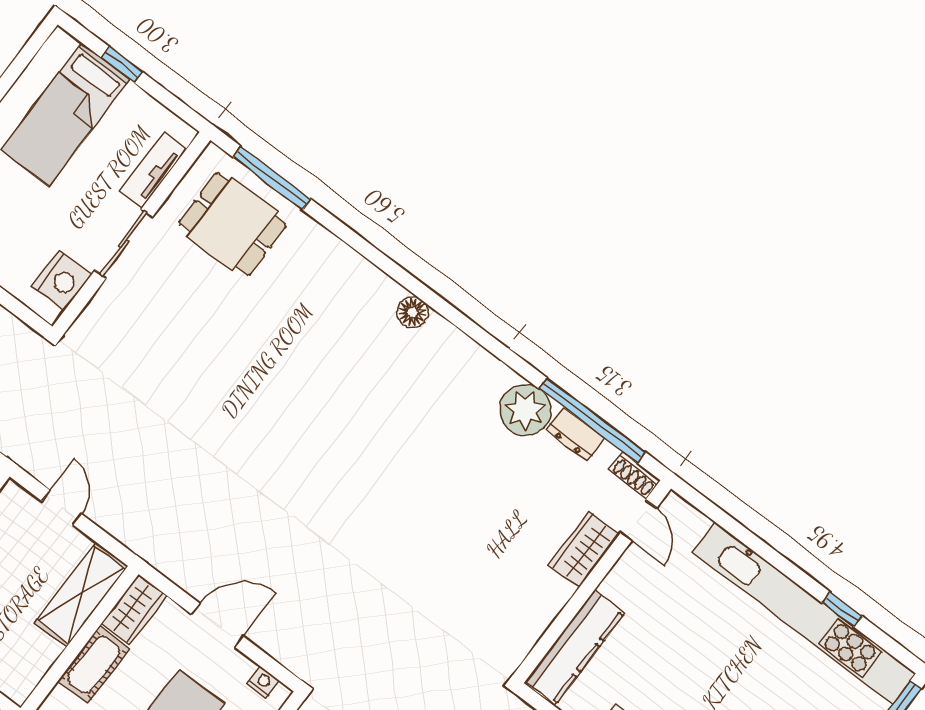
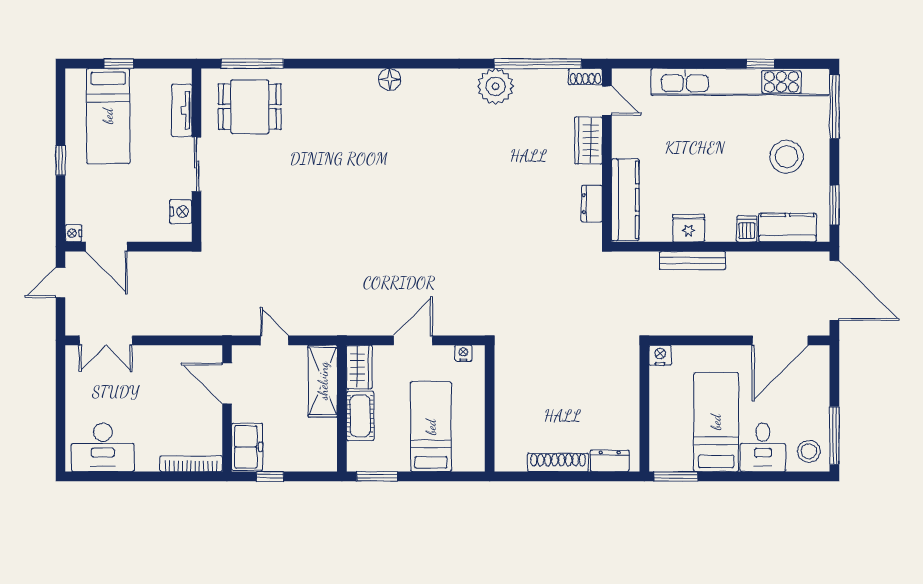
nightstand: (62, 280) -> (181, 212), width x0.74, depth x0.75
dresser: (575, 434) -> (592, 204), moved, turned 90

